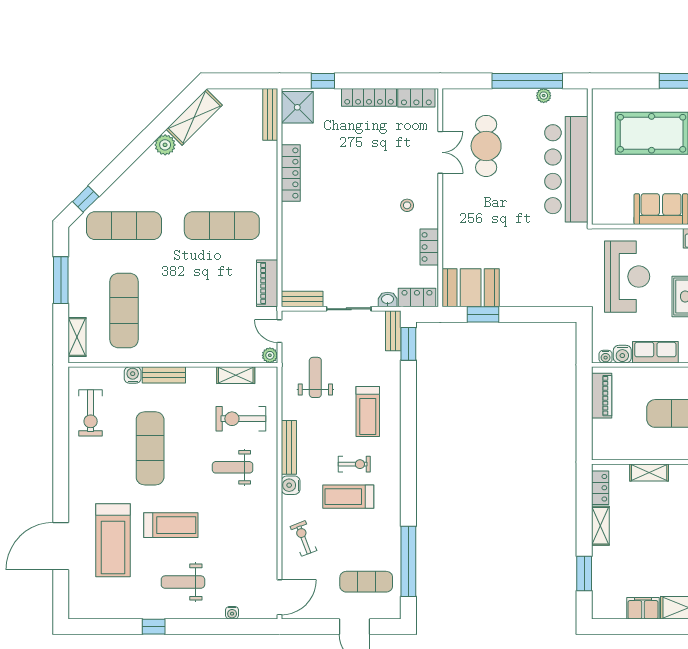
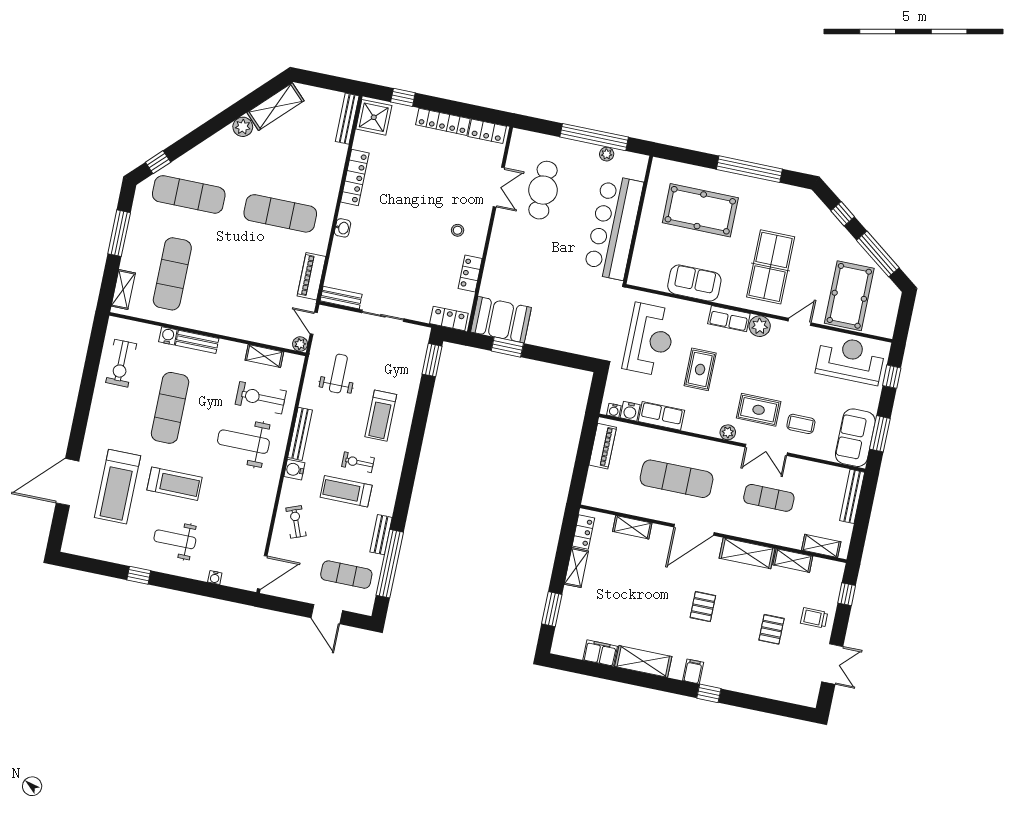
washbasin: (388, 299) -> (343, 228), moved, turned 90
bench: (393, 331) -> (381, 535), moved
exercise bike: (354, 464) -> (358, 462), turned 180
weight bench: (233, 467) -> (243, 442), width x1.36, depth x1.33

